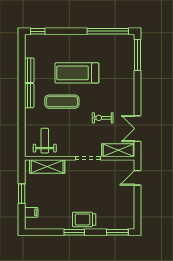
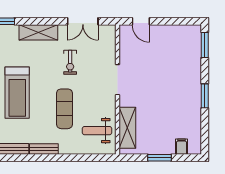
exercise mat: (62, 102) -> (64, 109), moved
shelving: (118, 150) -> (38, 32), moved, turned 90
trolley: (84, 219) -> (190, 84), removed

